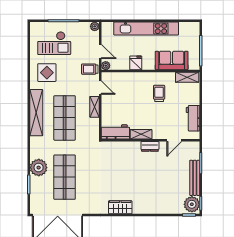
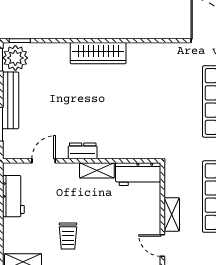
wardrobe: (120, 207) -> (98, 53), moved, width x1.50

